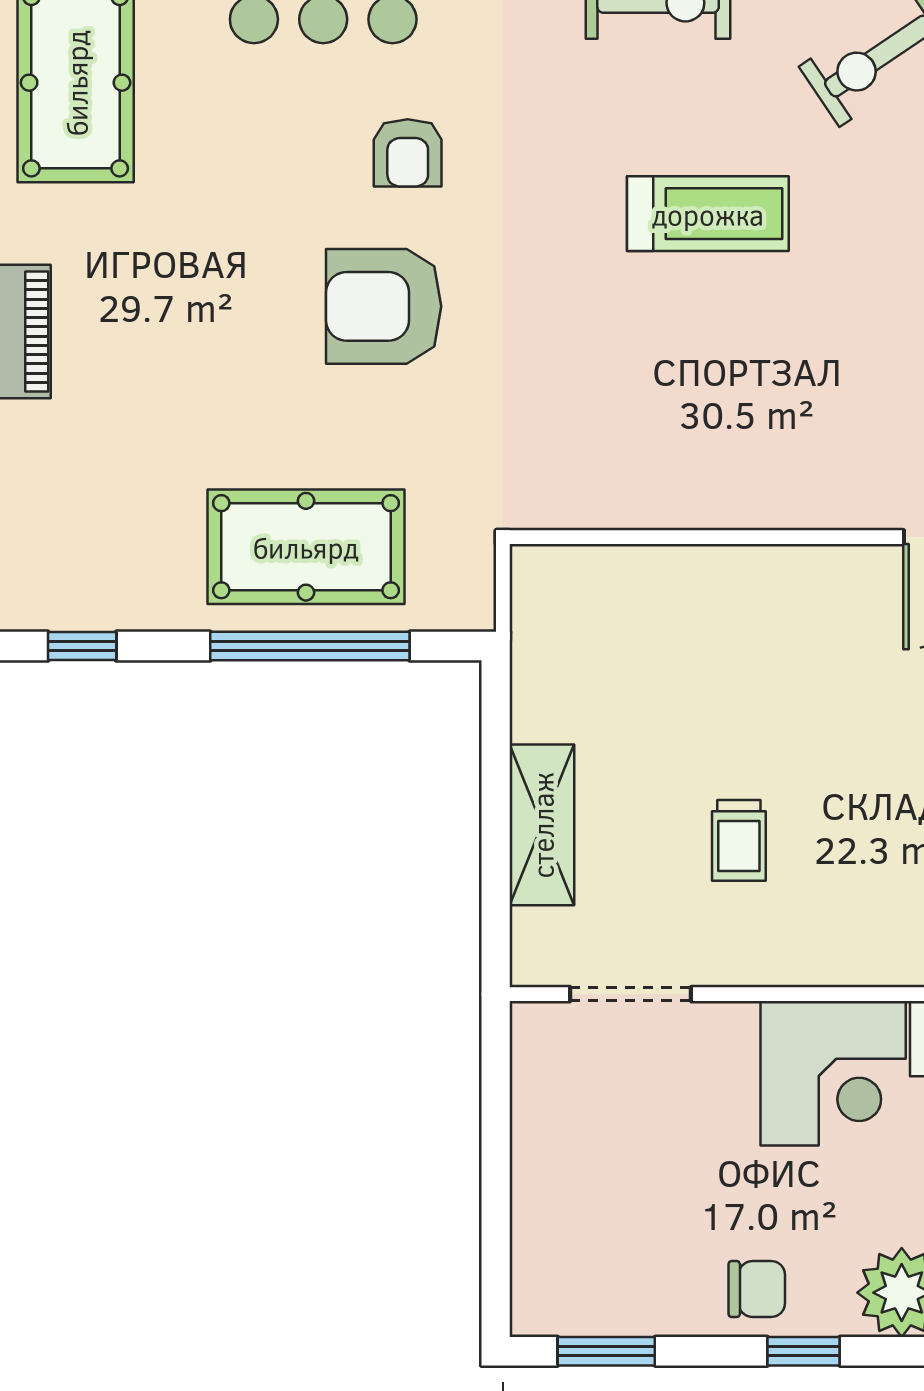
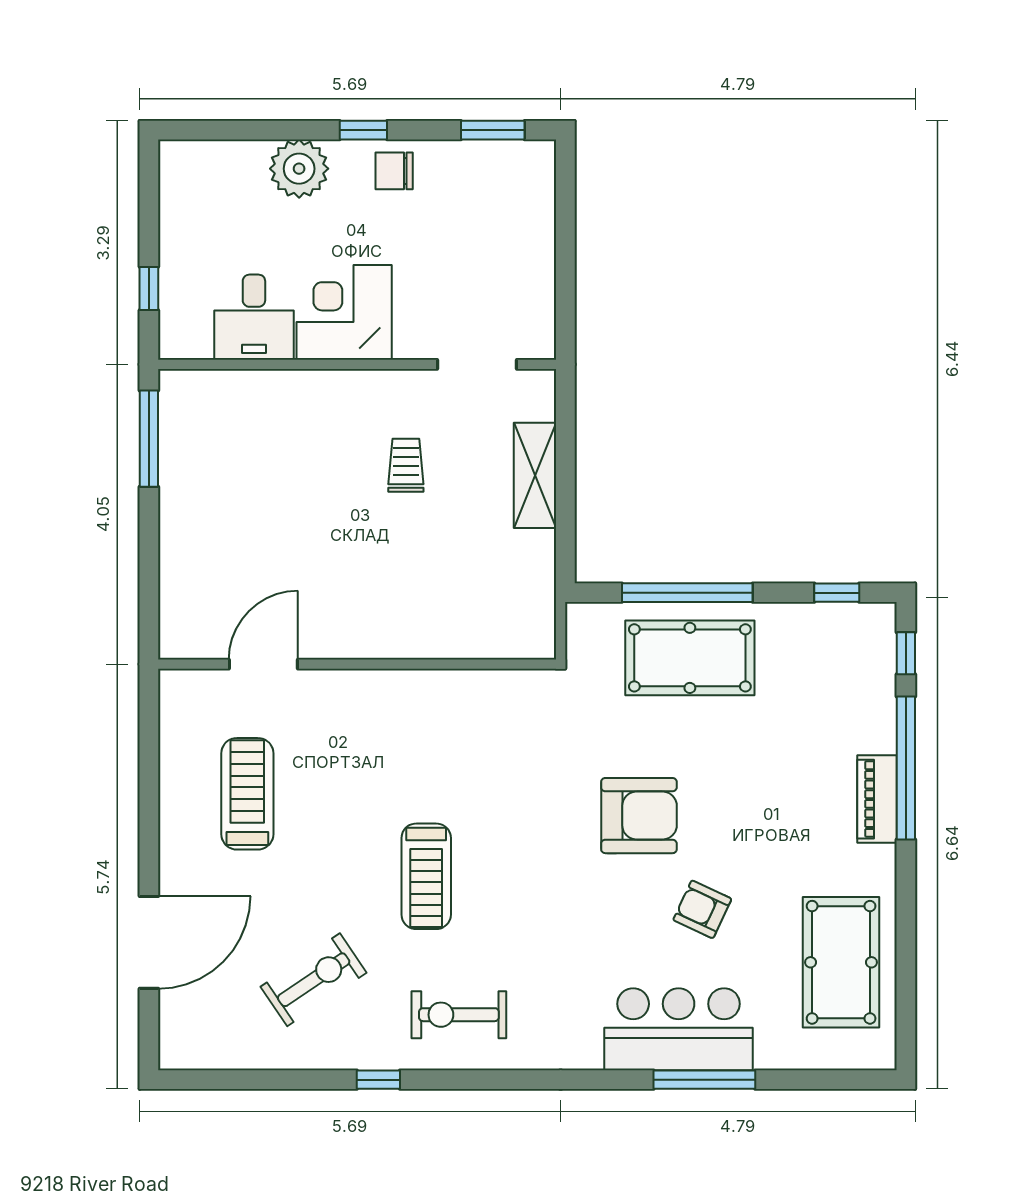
armchair: (408, 153) -> (702, 909), moved, turned -65
treadmill: (708, 214) -> (426, 876), turned -90

